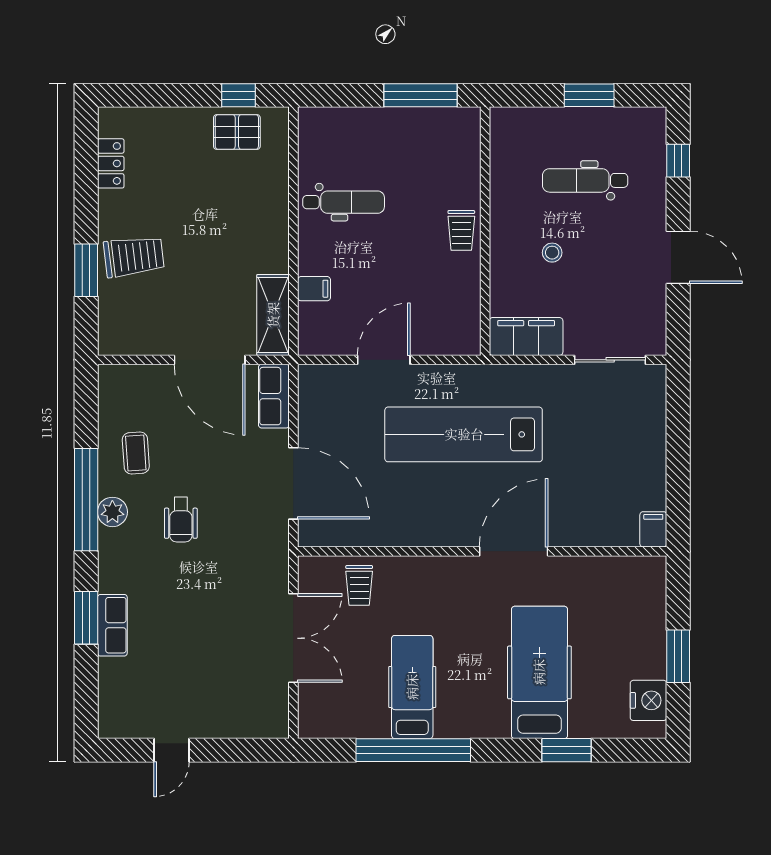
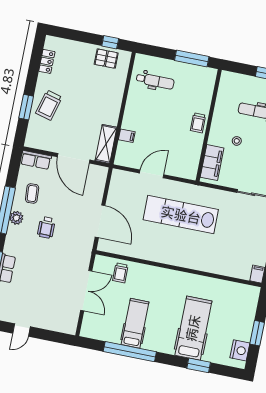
dental chair: (344, 202) -> (155, 81), moved
trolley: (134, 257) -> (49, 105), turned 112
filing cabinet: (526, 336) -> (212, 163), moved, turned 90
row of seats: (274, 396) -> (36, 160), moved, turned -90
door: (514, 551) -> (193, 272), removed

